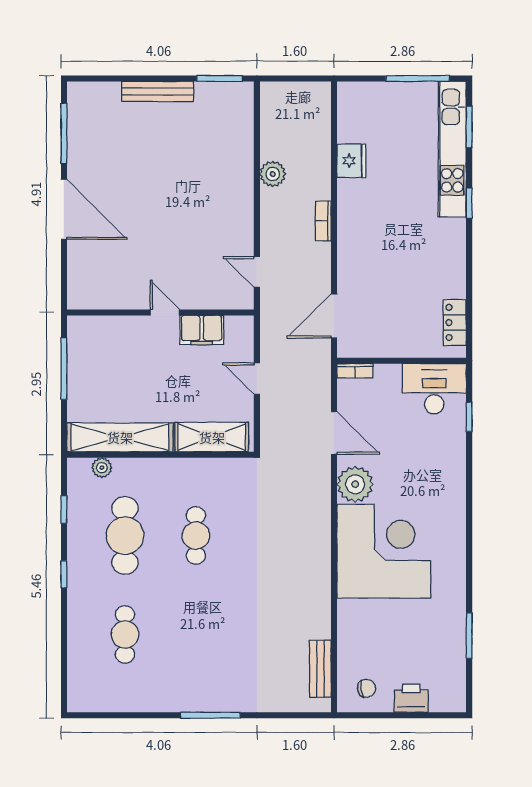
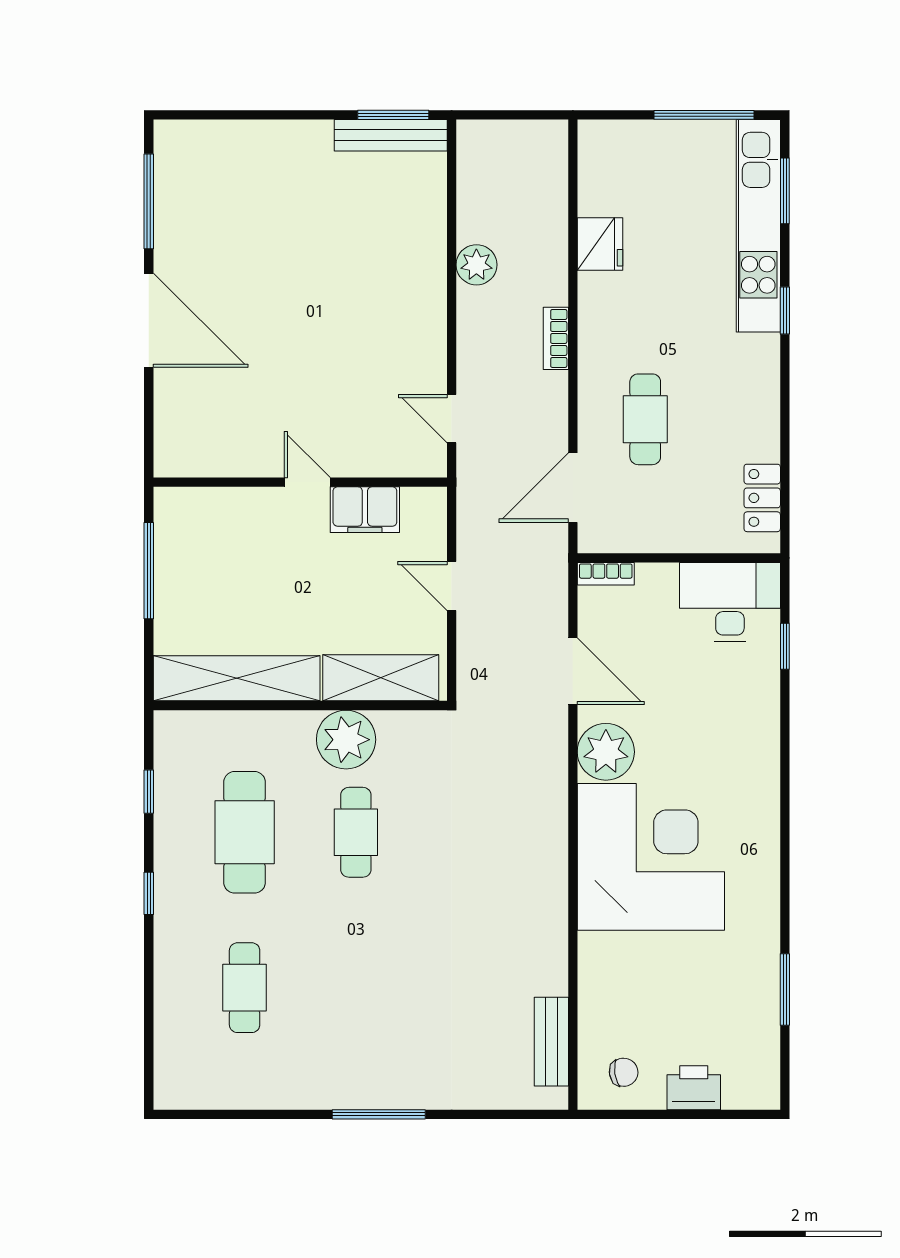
bench: (158, 91) -> (391, 135), moved
cafe table: (380, 272) -> (645, 419), added
plant: (102, 468) -> (346, 740), moved, width x1.87, depth x1.87

